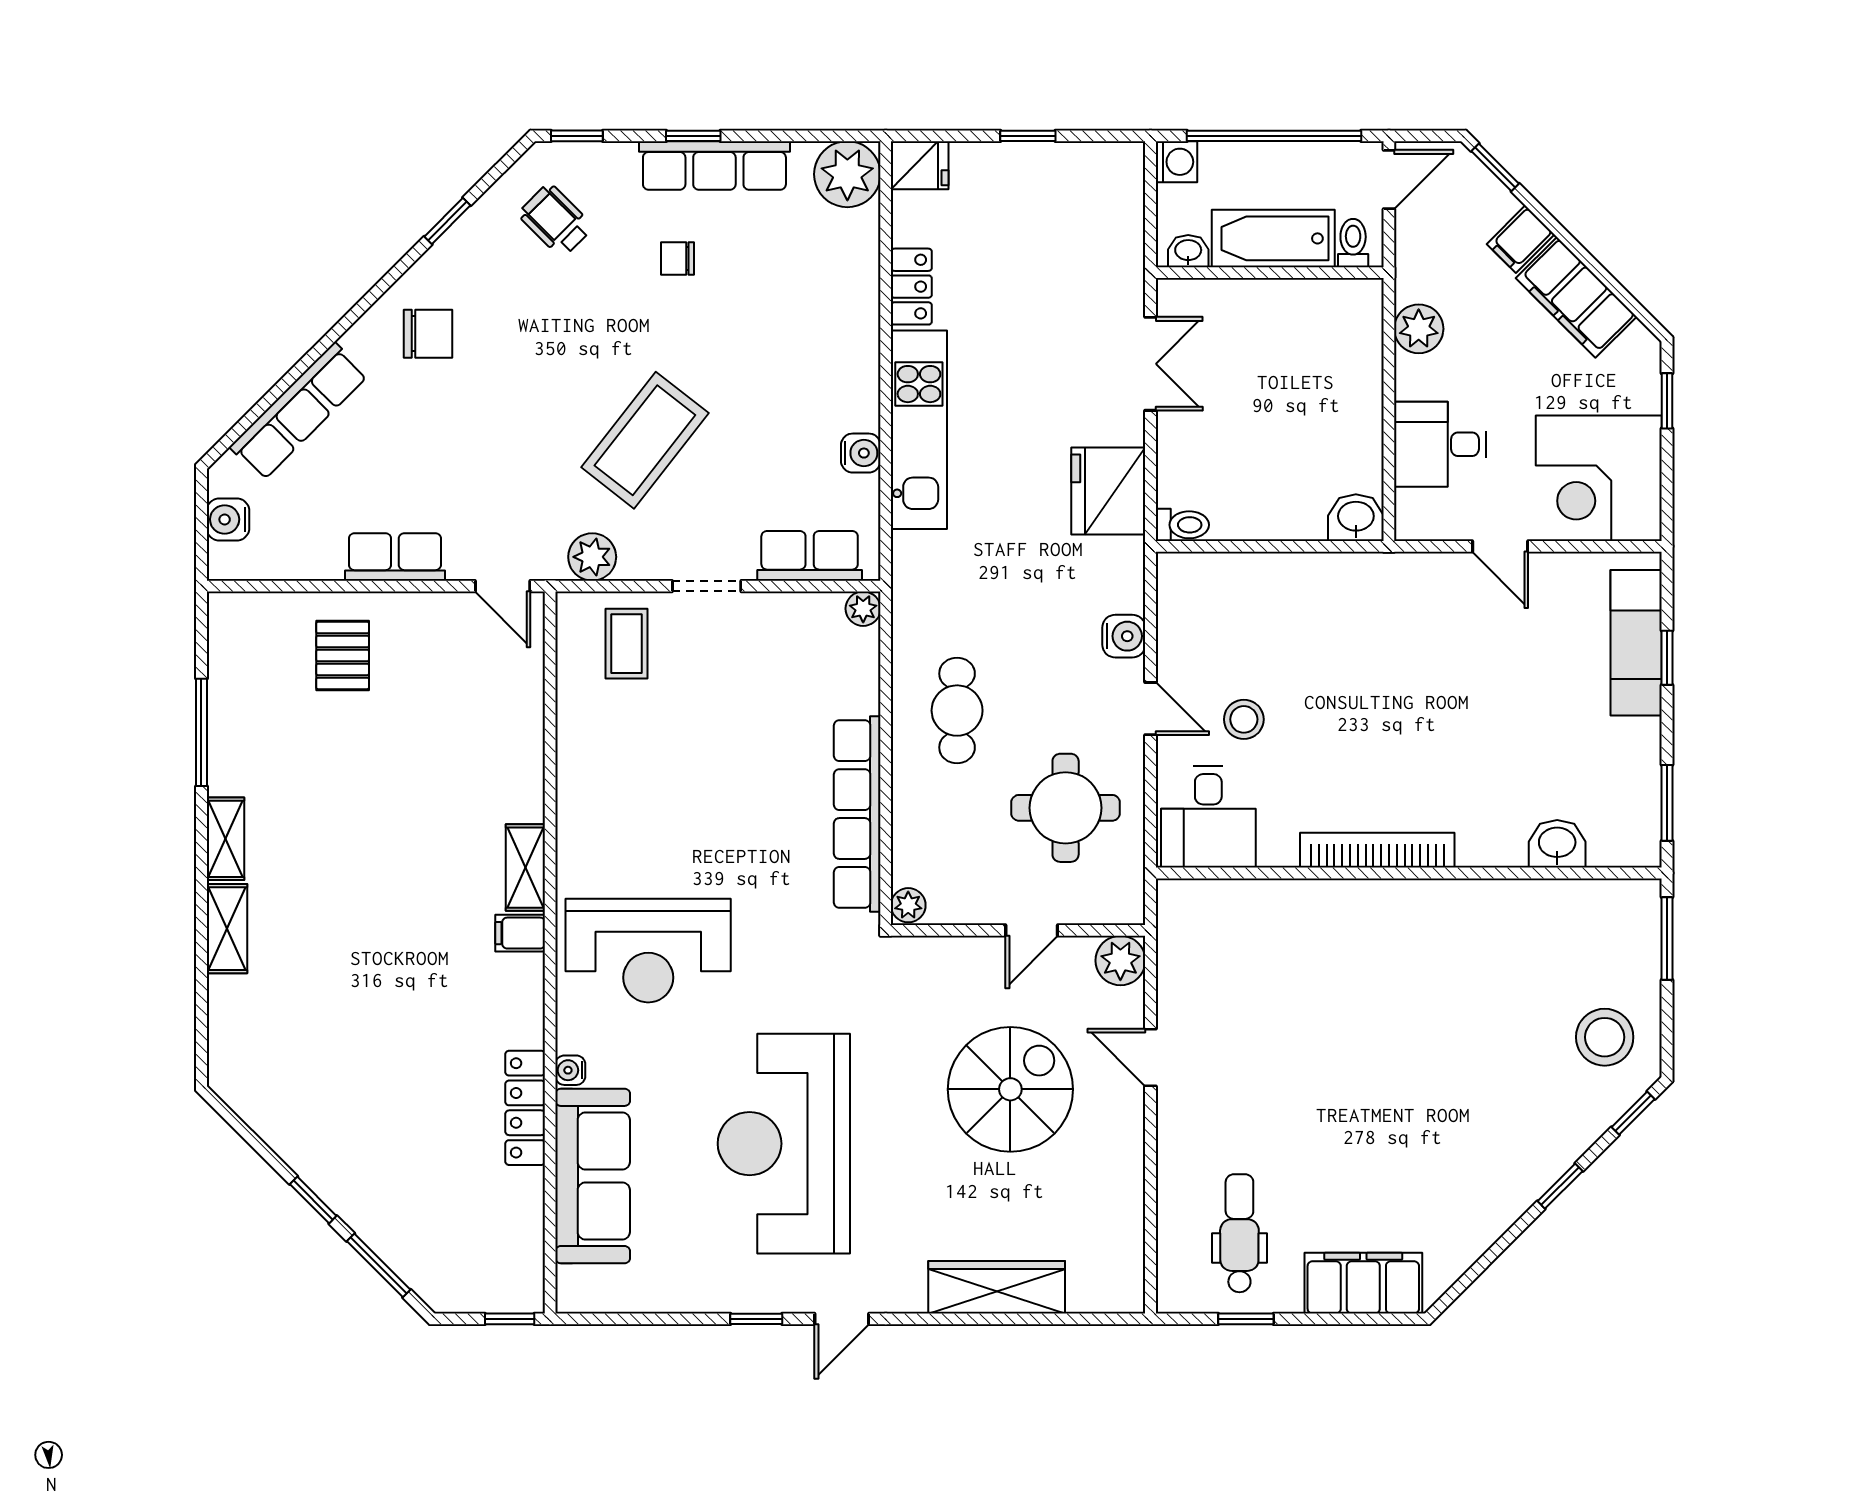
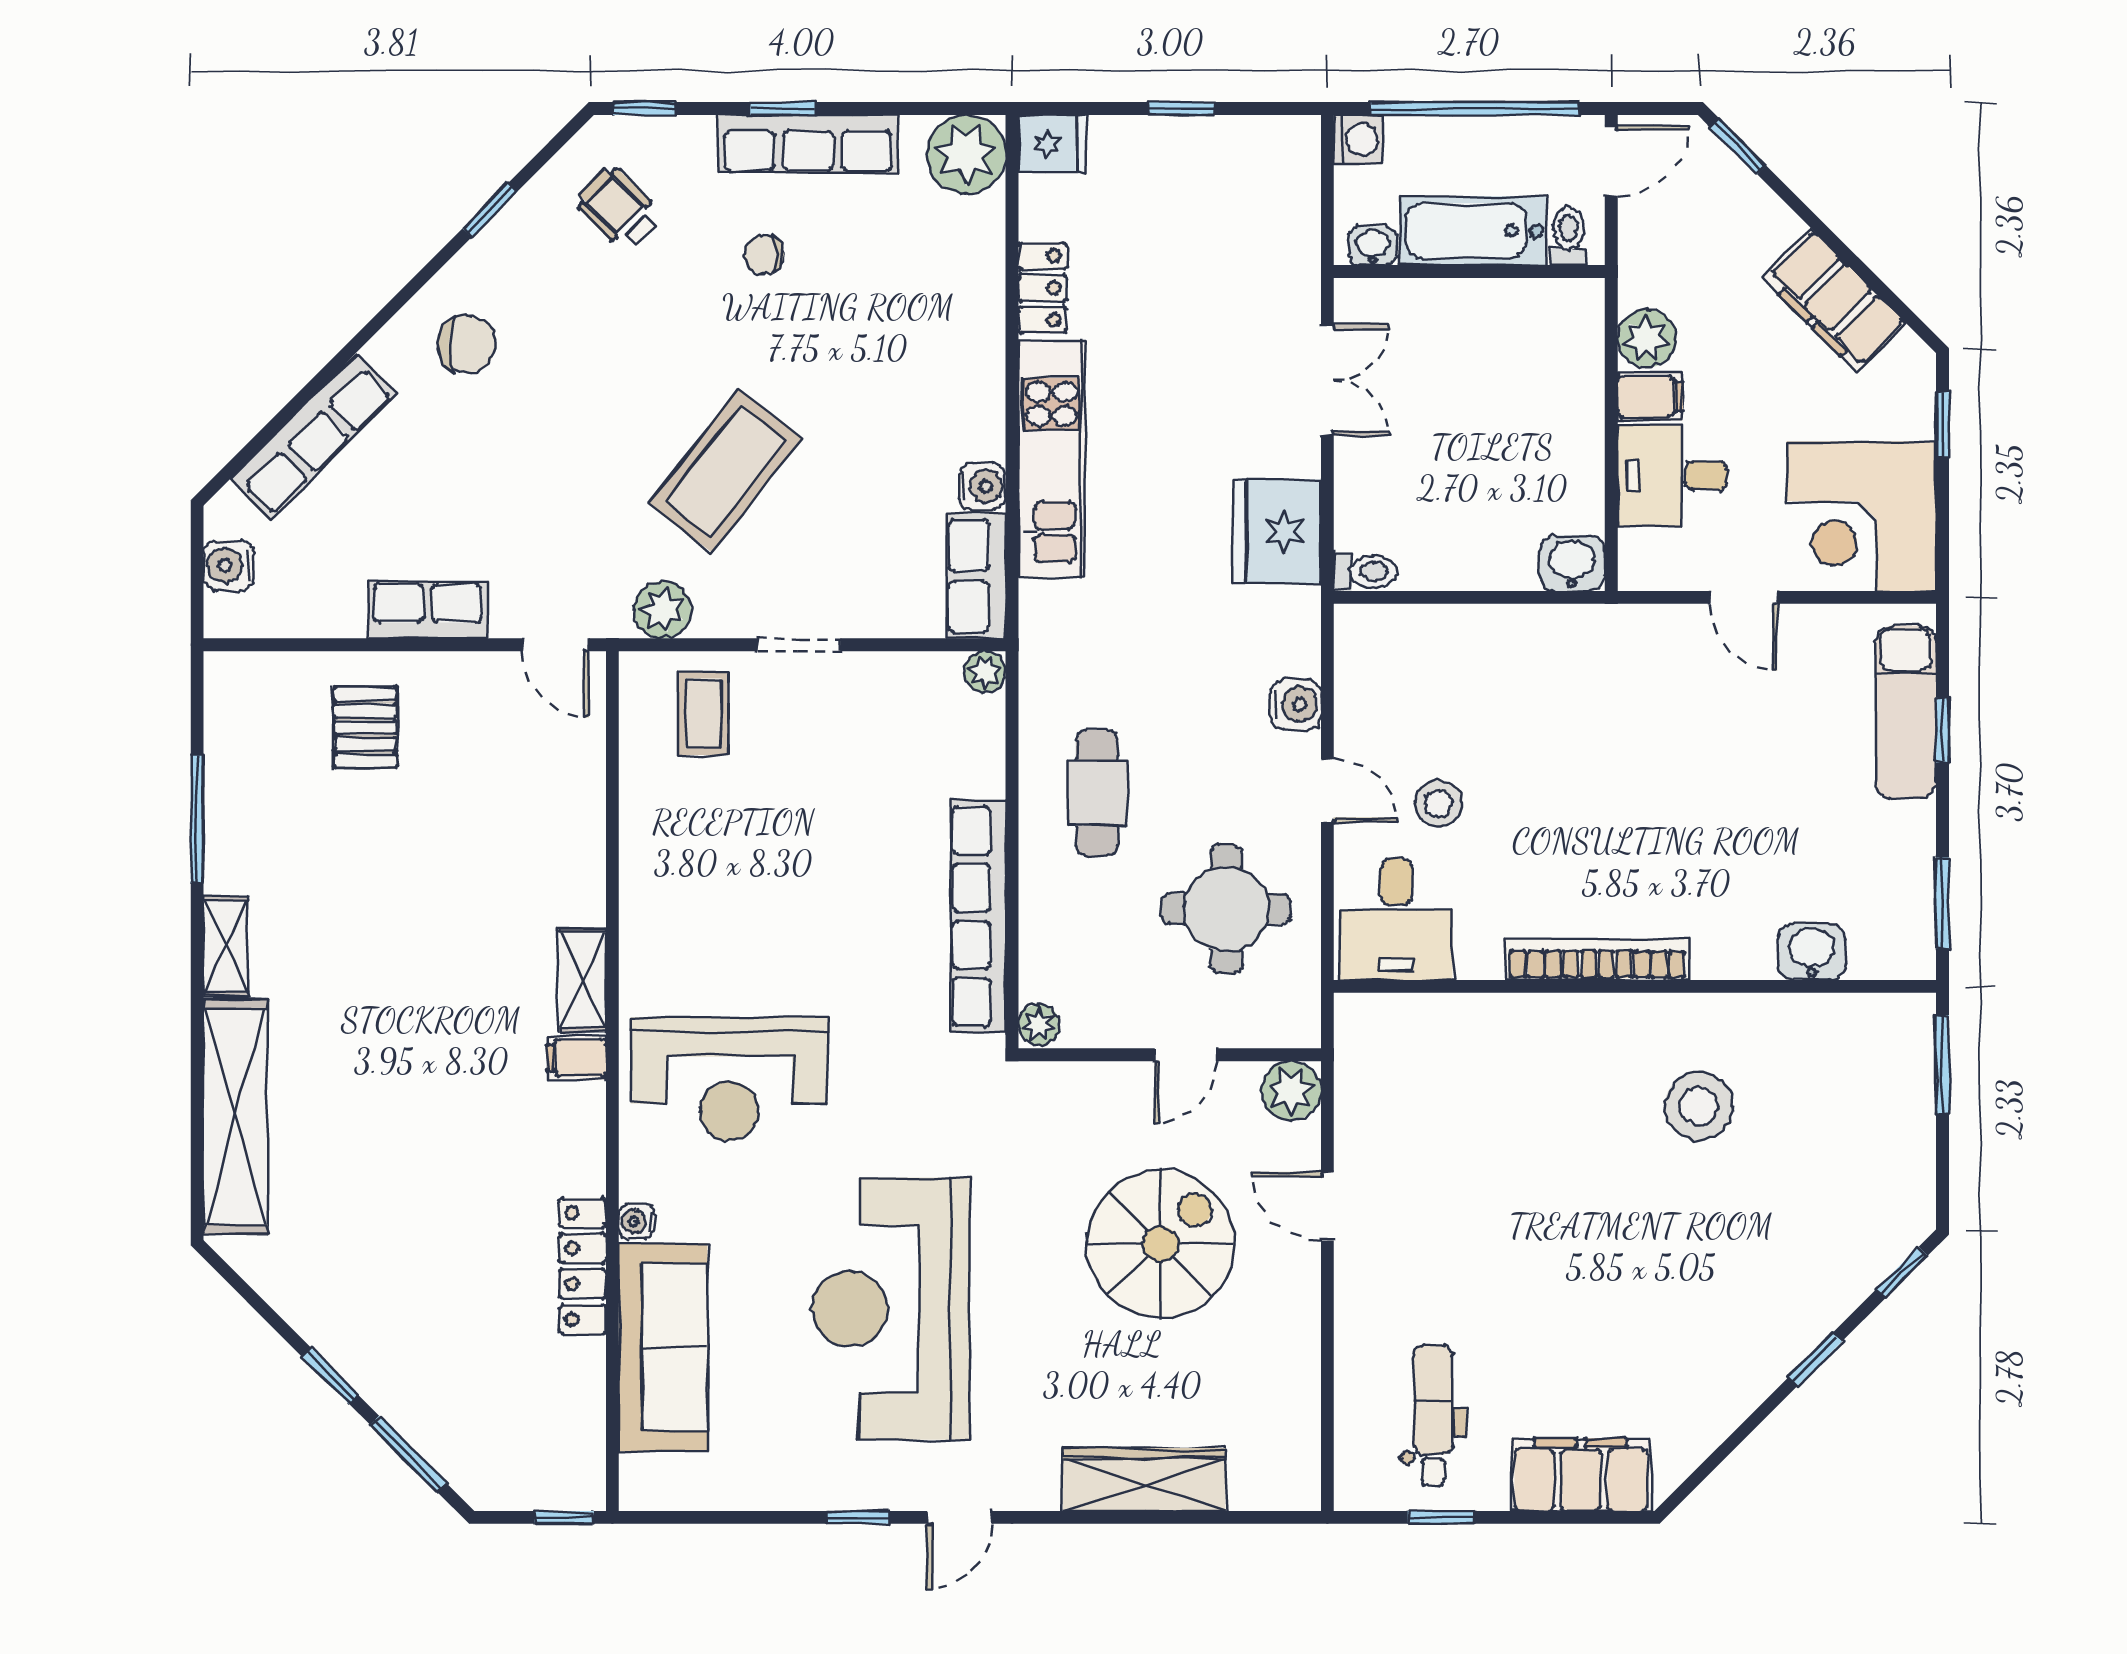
filing cabinet: (1521, 239) -> (1650, 396), moved, turned -135
row of seats: (810, 556) -> (976, 576), moved, turned -90
shelving: (227, 929) -> (235, 1117), width x2.20, depth x1.33
stool: (1605, 1037) -> (1699, 1106), moved

